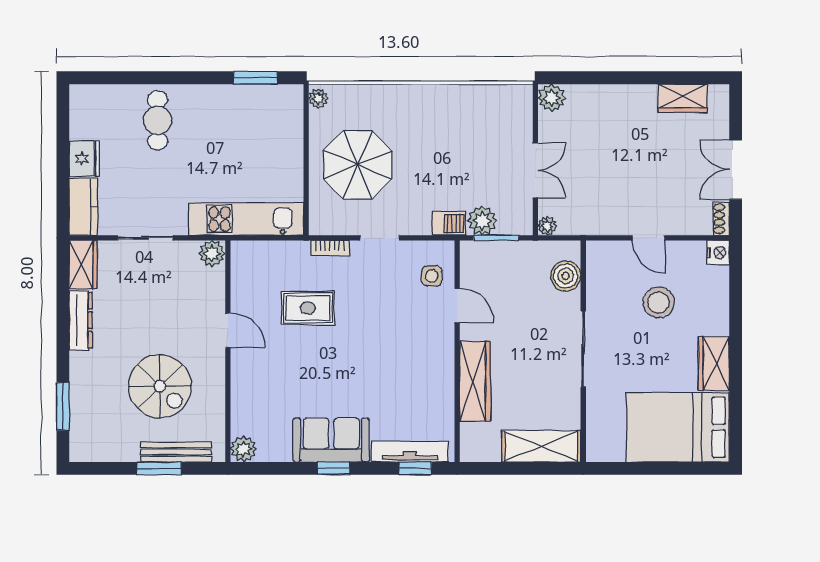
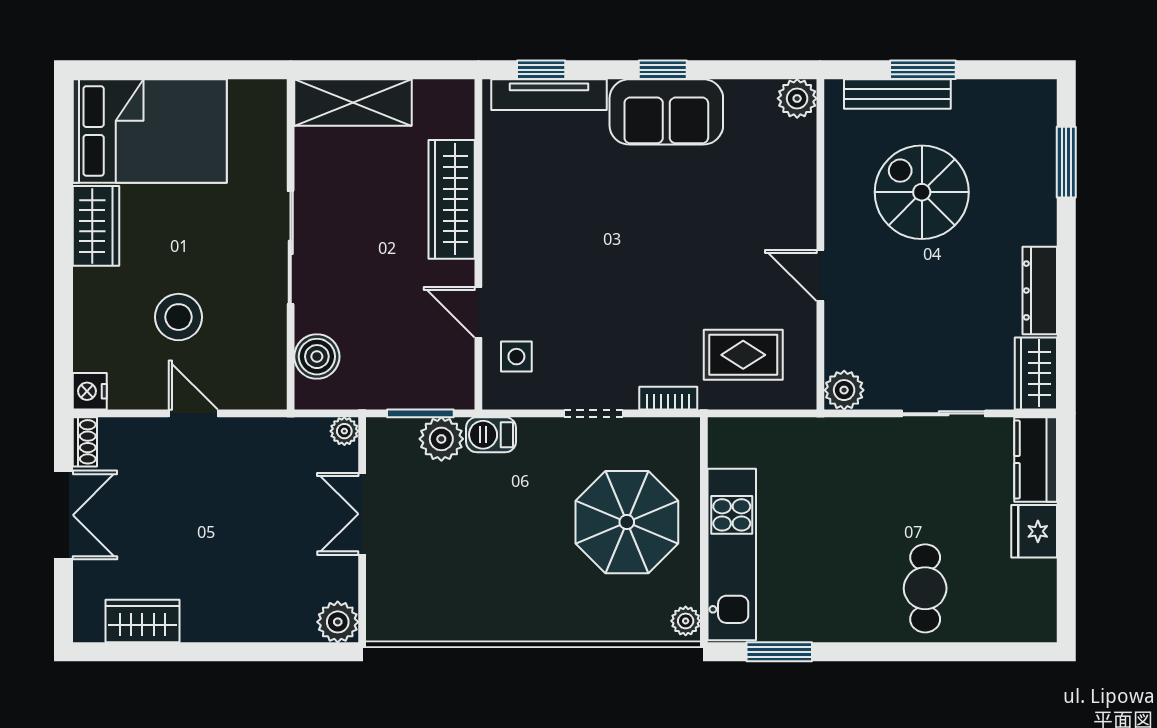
kitchen unit: (246, 219) -> (732, 554), moved, turned -90
rug: (308, 308) -> (743, 355), moved

